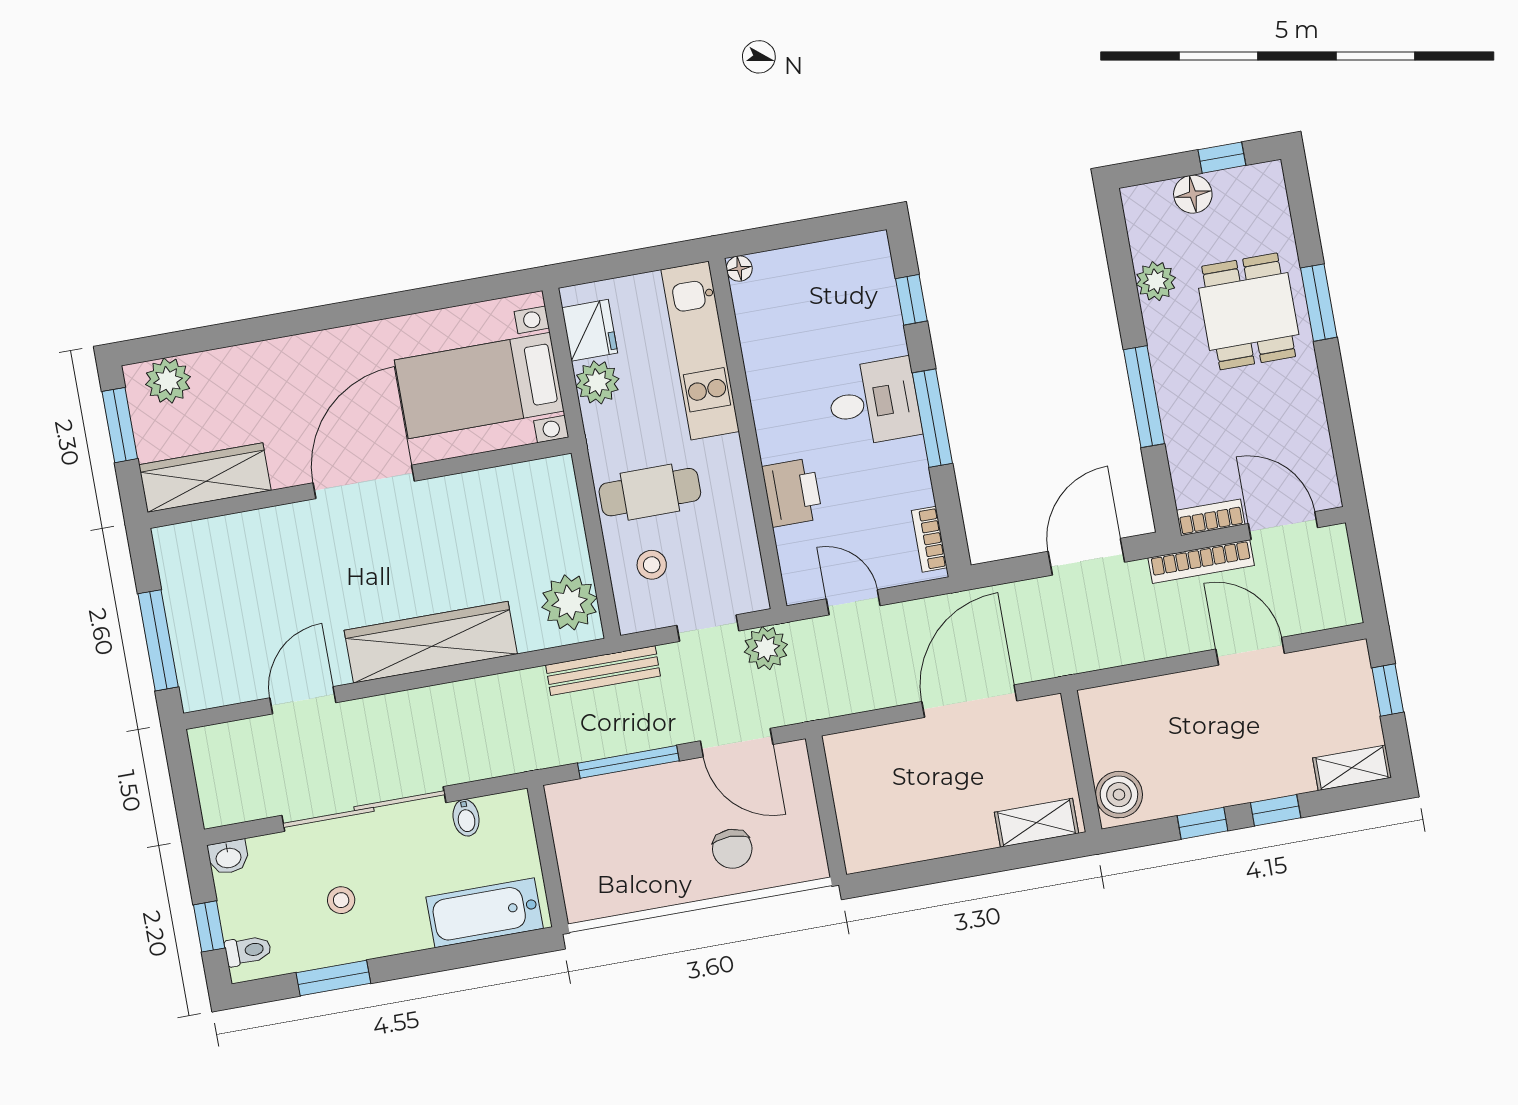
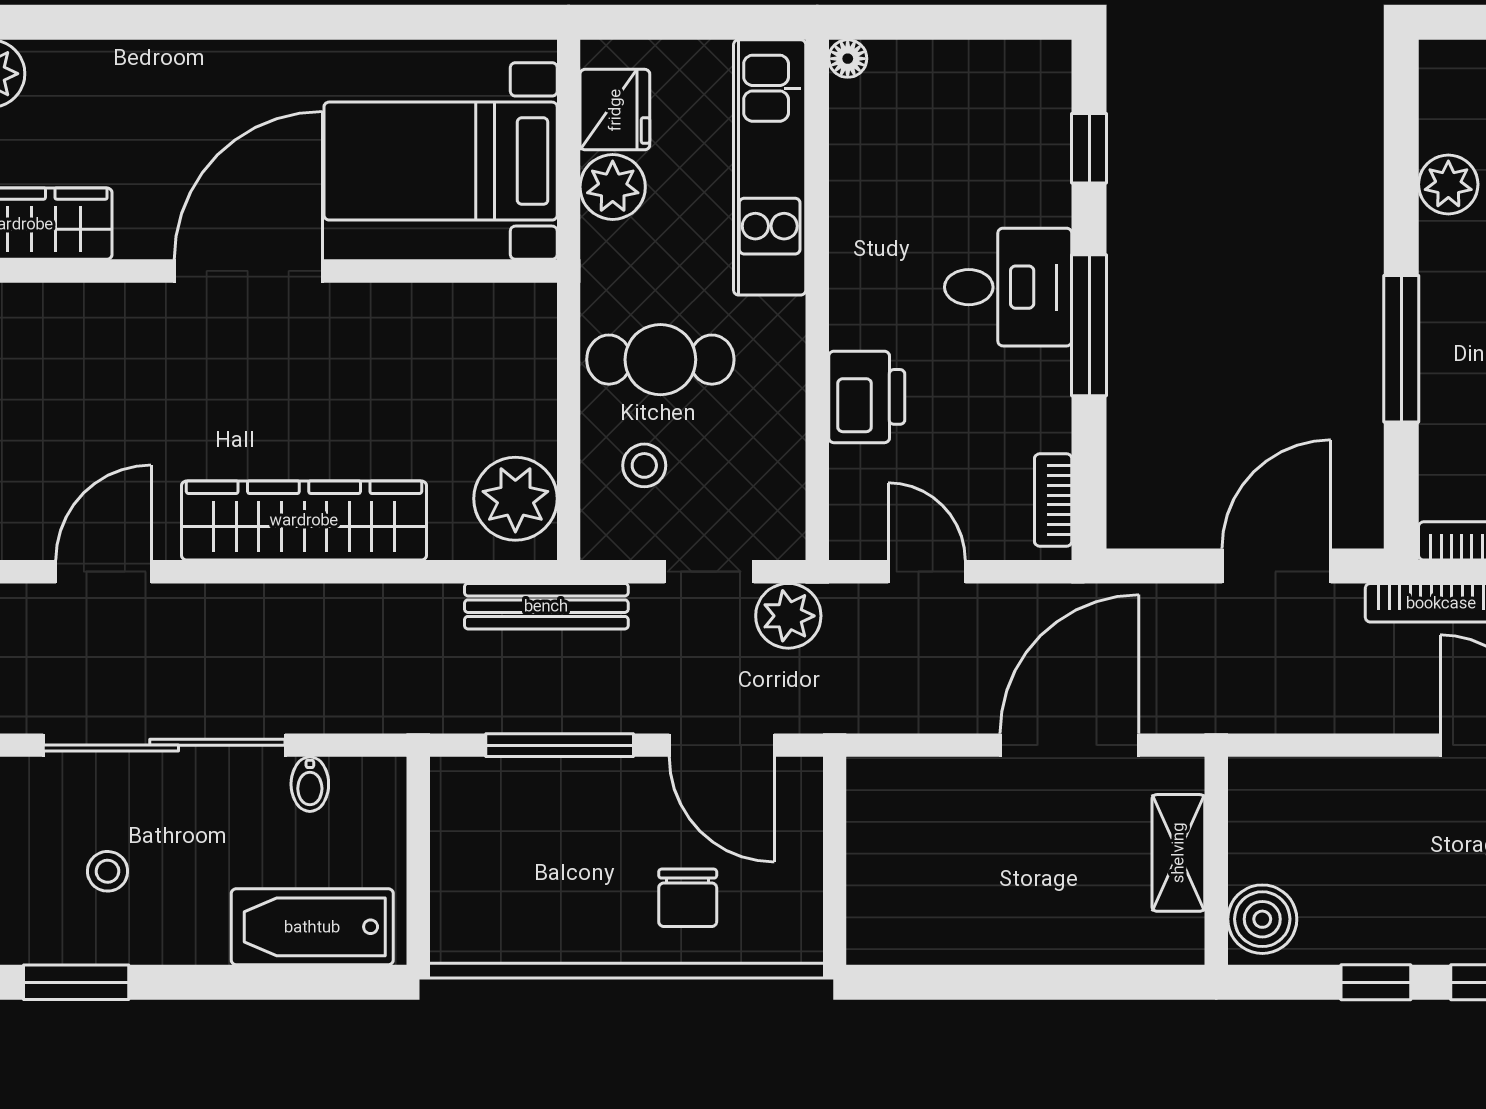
shelving: (1037, 823) -> (1178, 853), moved, turned 90

